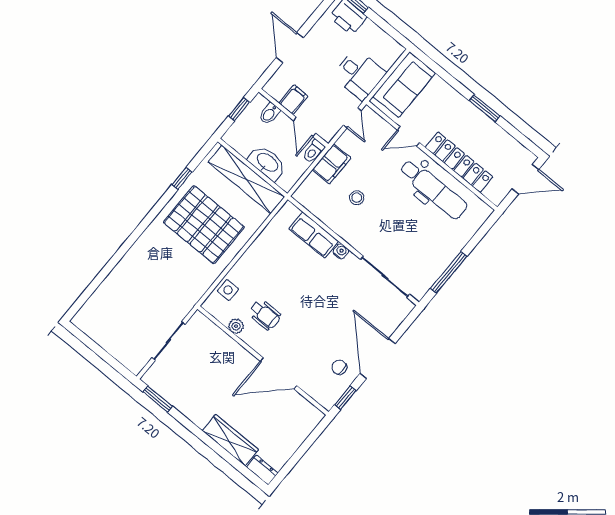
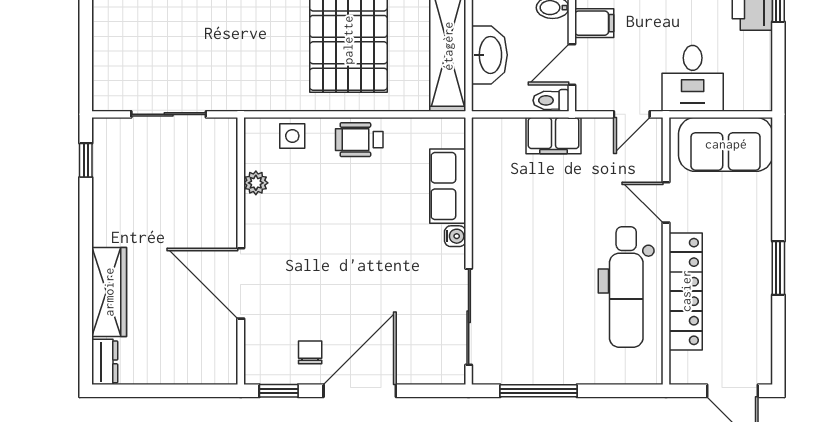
stool: (357, 198) -> (538, 201), removed
wheelchair: (265, 314) -> (359, 140), moved, turned 90
window: (158, 399) -> (86, 160), width x0.67

